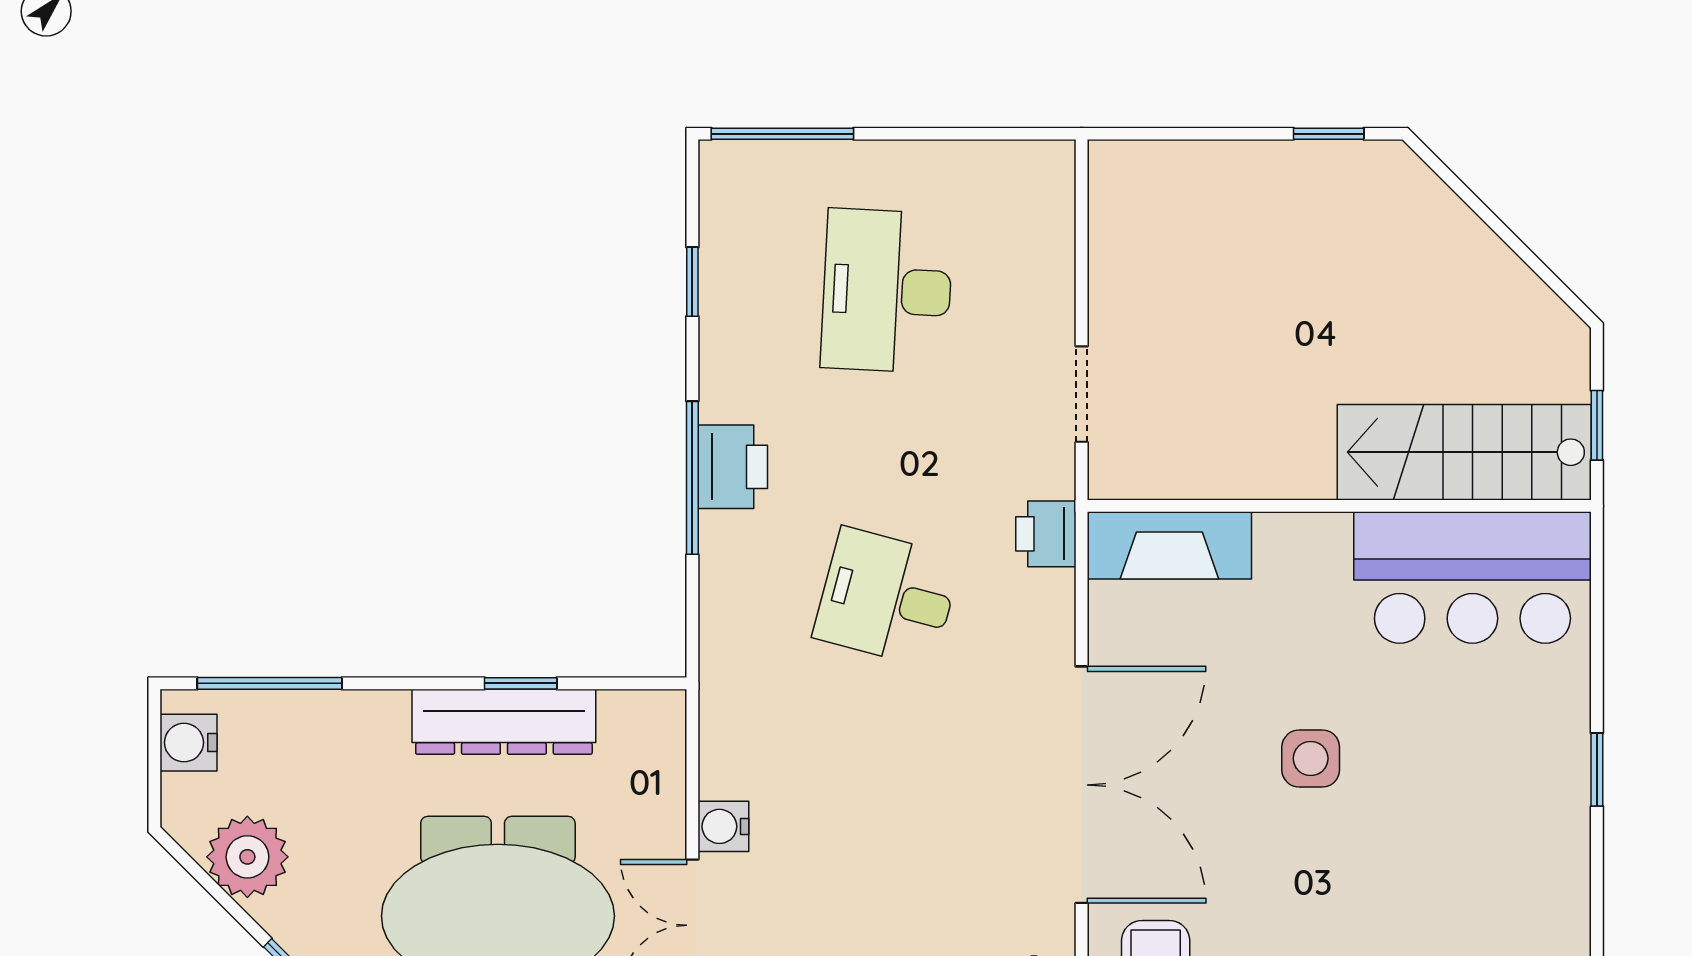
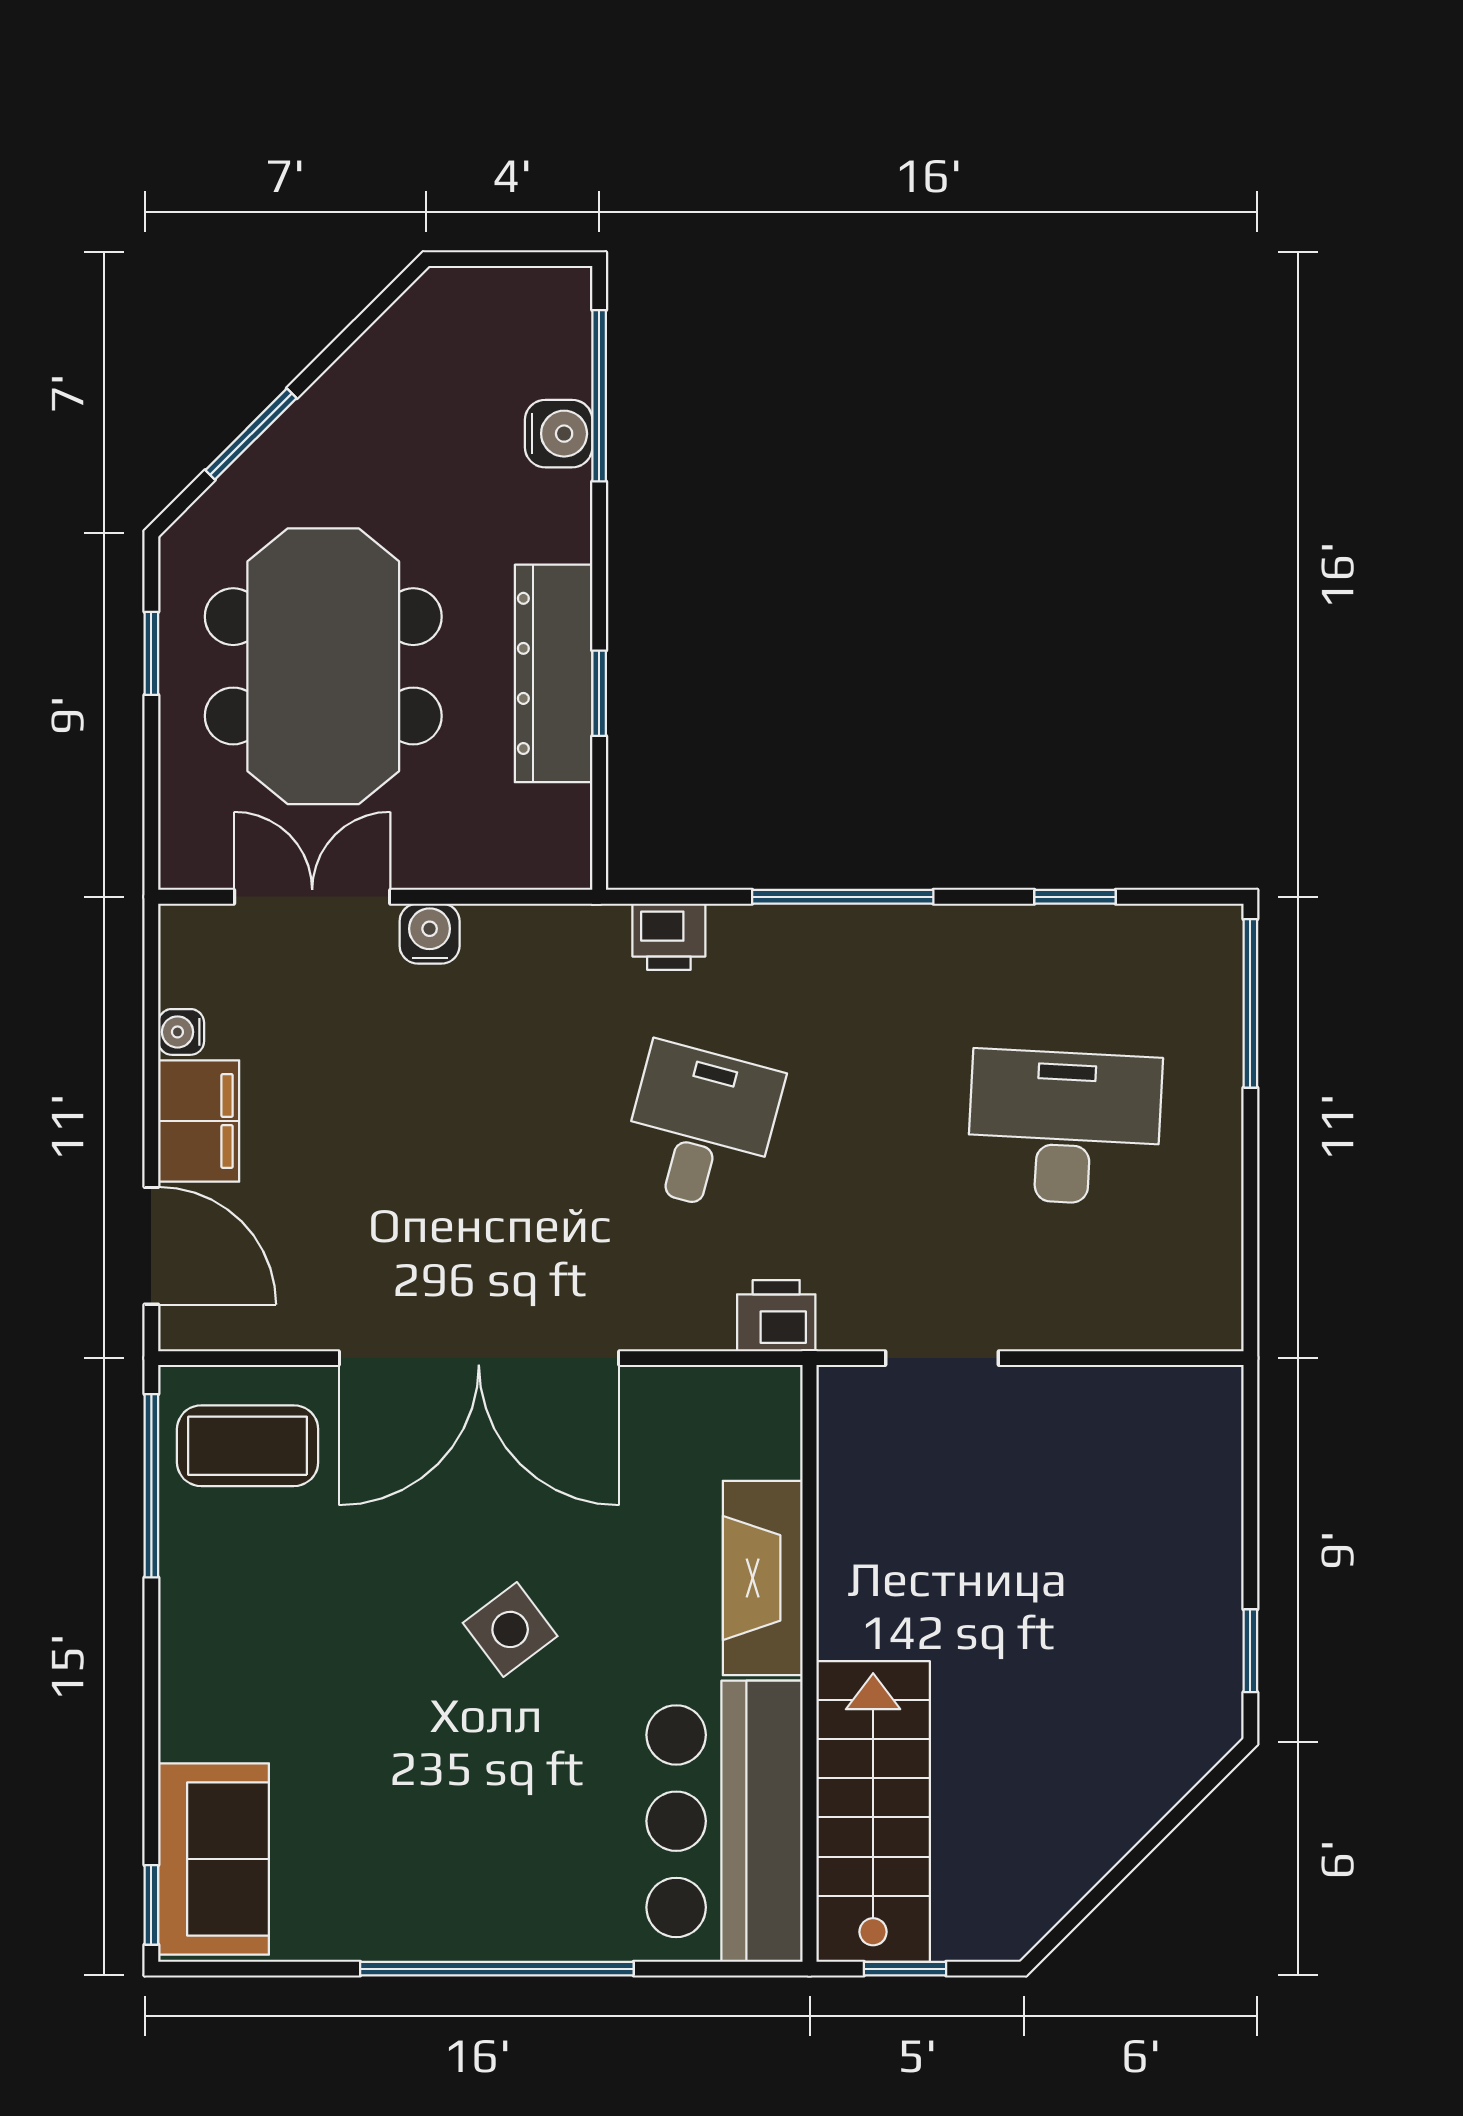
printer: (733, 467) -> (669, 937), moved, width x0.73, depth x0.81
fireplace: (1169, 545) -> (763, 1578), moved
water cooler: (189, 743) -> (559, 434), moved, turned 90
side table: (1311, 758) -> (510, 1629), turned -37
window: (1597, 770) -> (497, 1969), width x3.17
plant: (247, 857) -> (393, 369), removed

